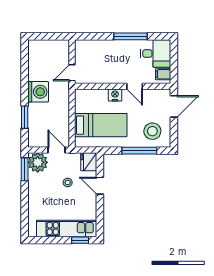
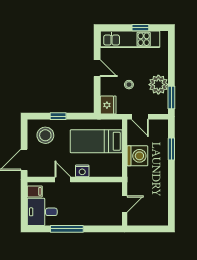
door: (72, 73) -> (125, 204), moved
washing machine: (38, 92) -> (137, 156), moved, turned 180
window: (139, 151) -> (58, 116), width x0.46
plant: (38, 162) -> (158, 85), moved
door: (100, 186) -> (97, 68), moved
window: (80, 240) -> (140, 28), moved

